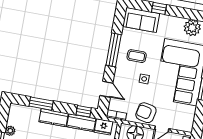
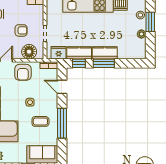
window: (41, 104) -> (104, 63), moved
armchair: (146, 113) -> (23, 72), turned 78

